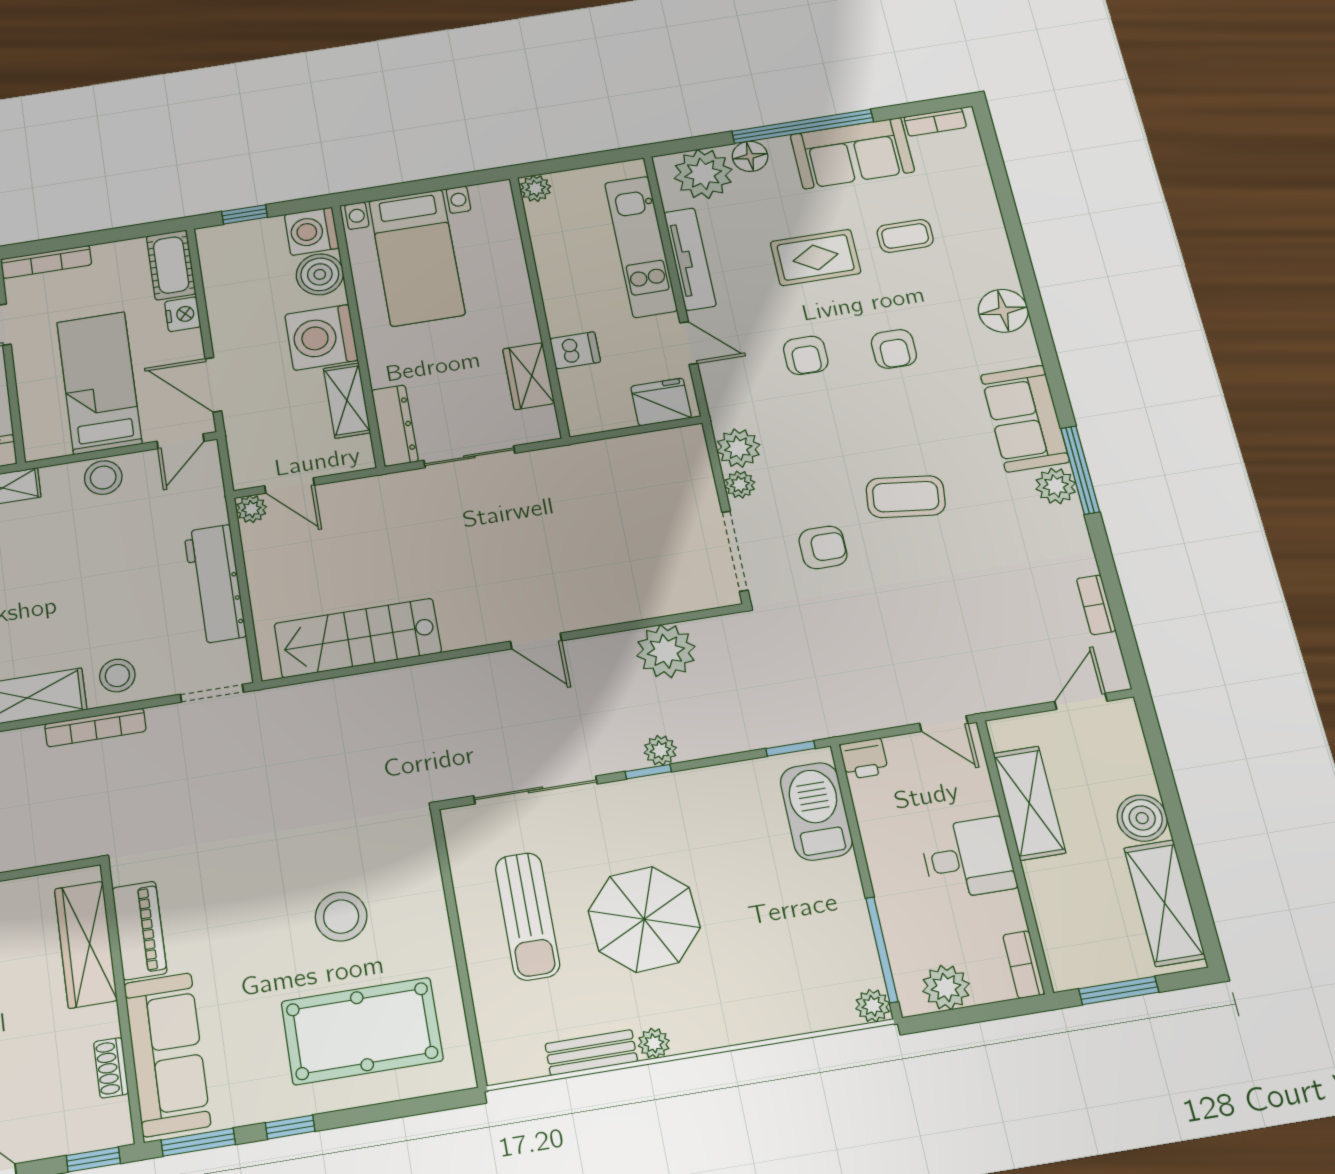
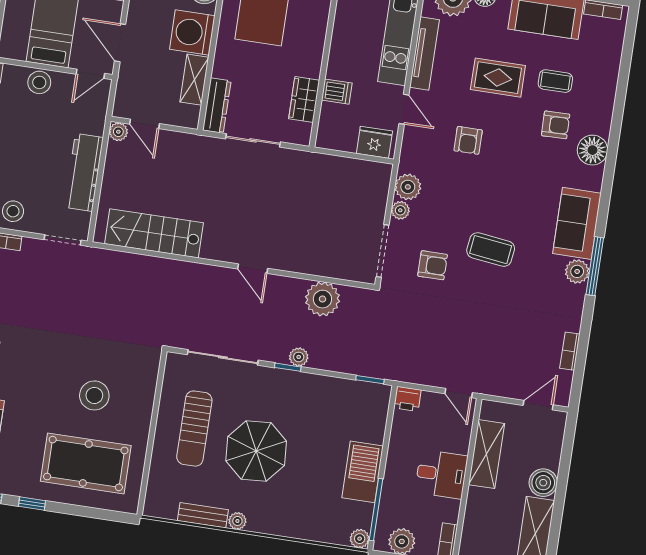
armchair: (894, 349) -> (556, 125), moved, turned -91
barbecue: (816, 811) -> (363, 472), moved

